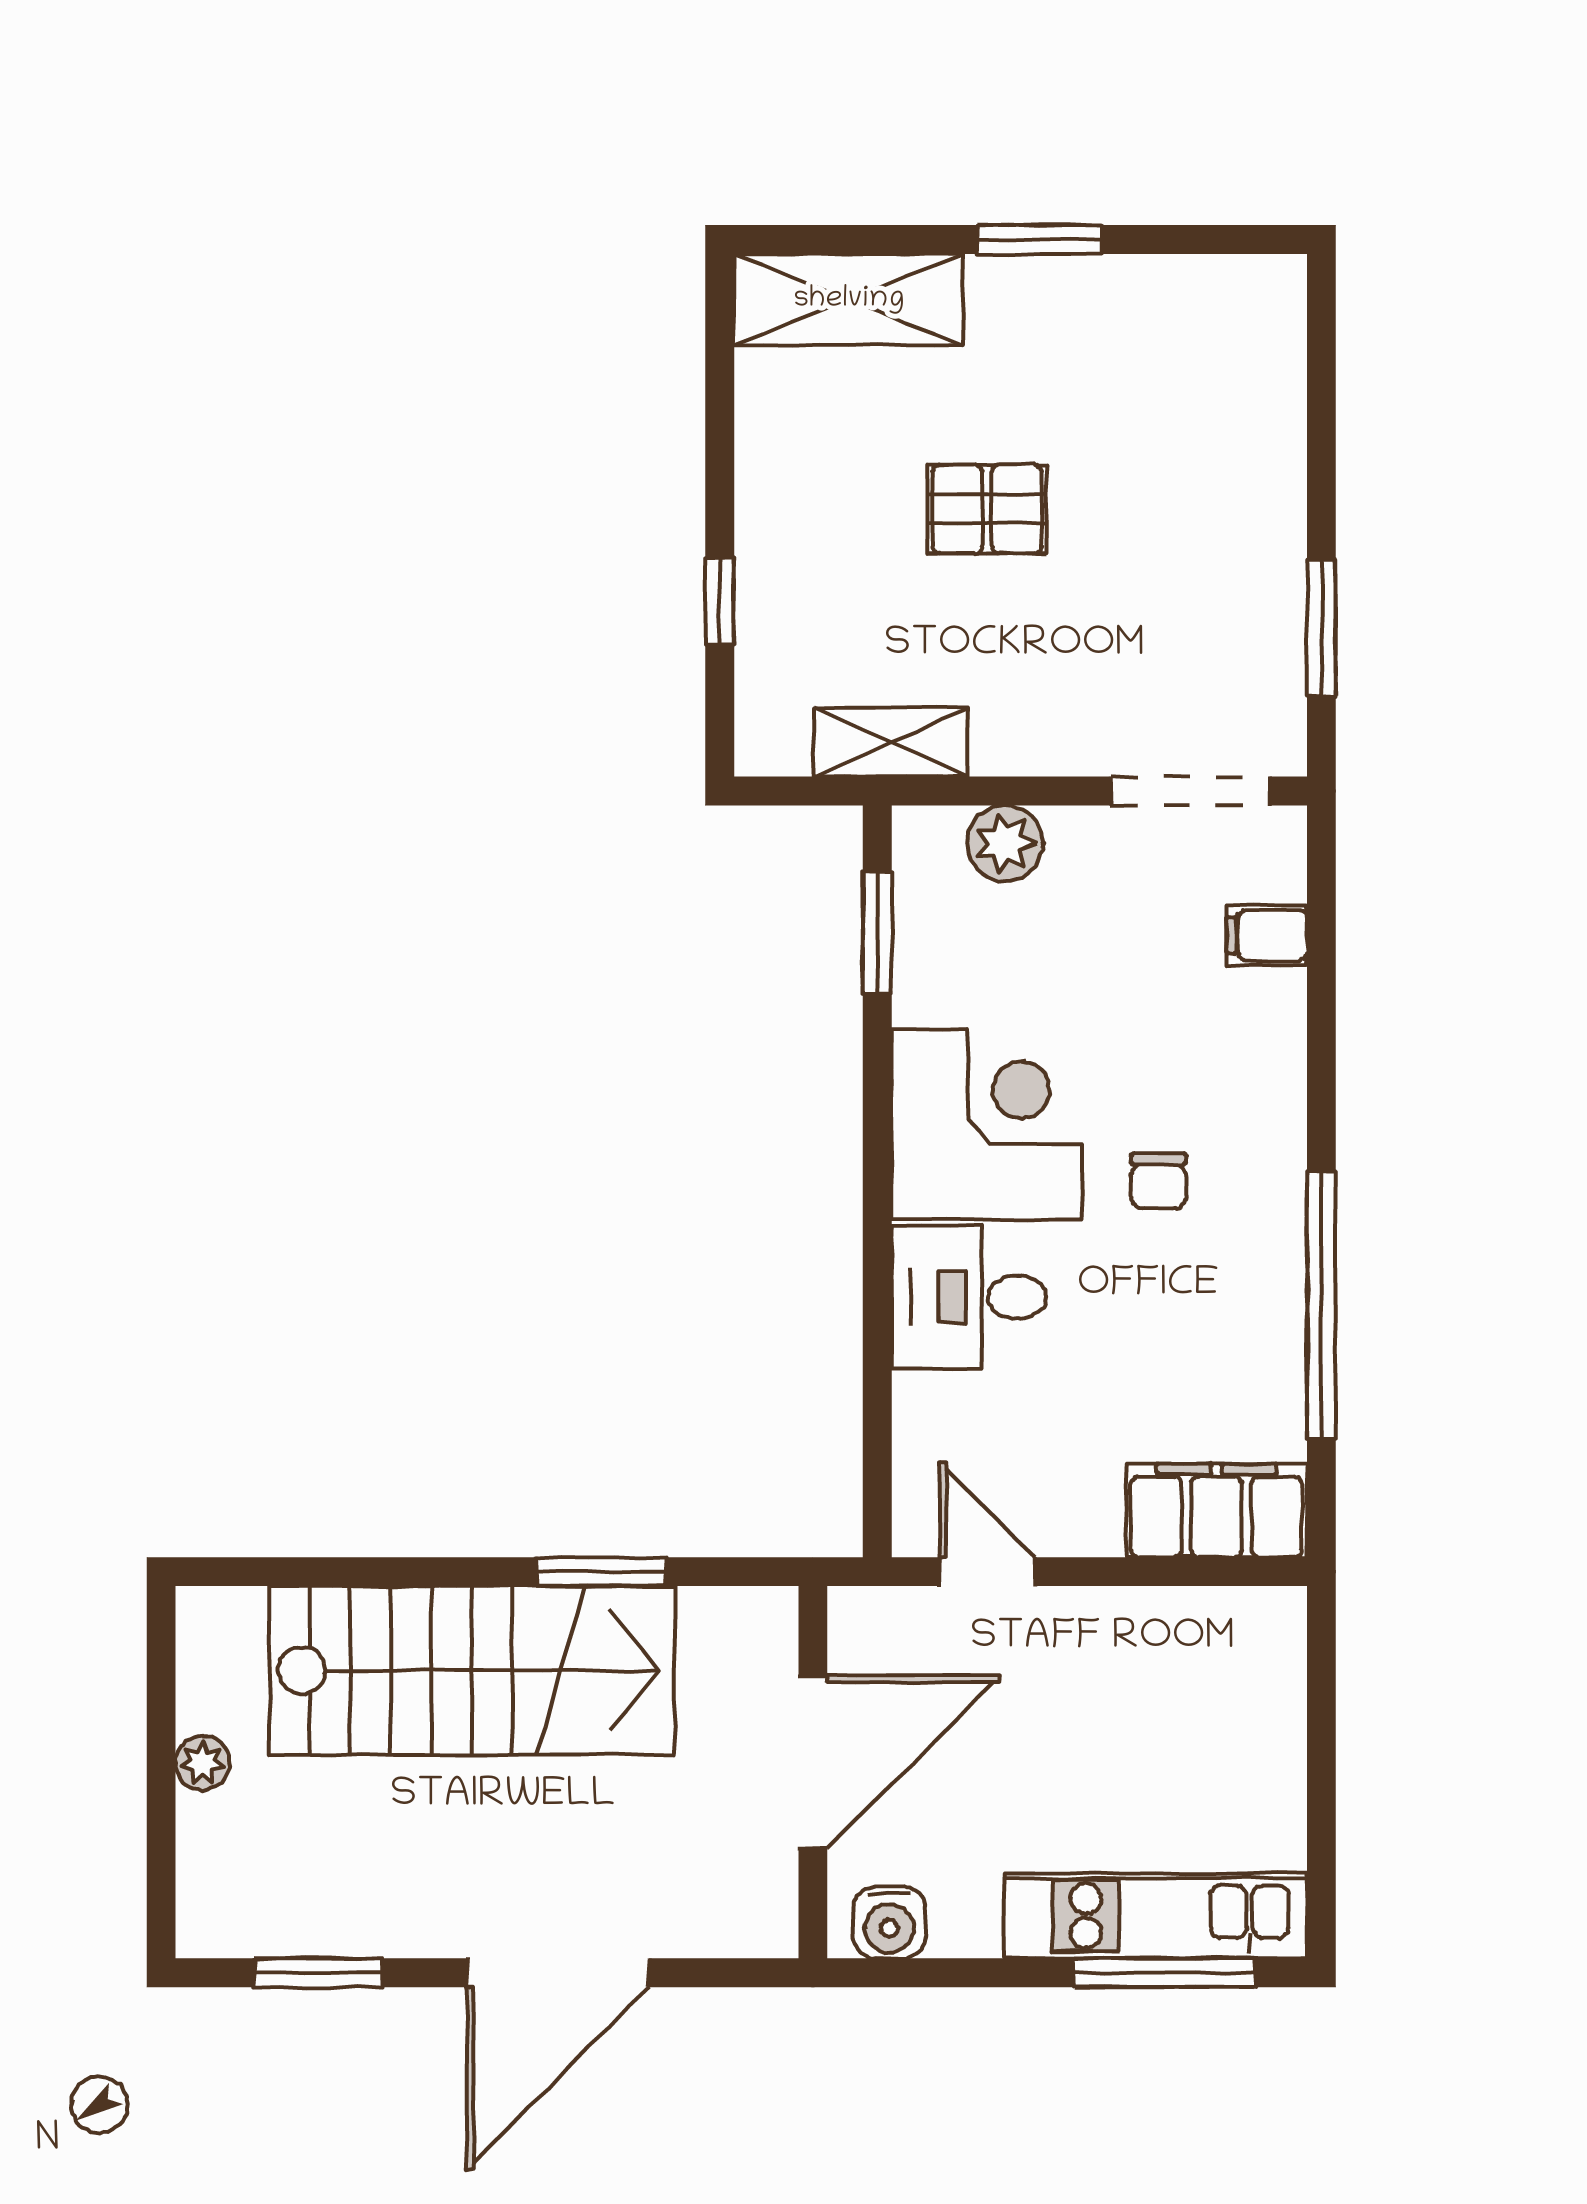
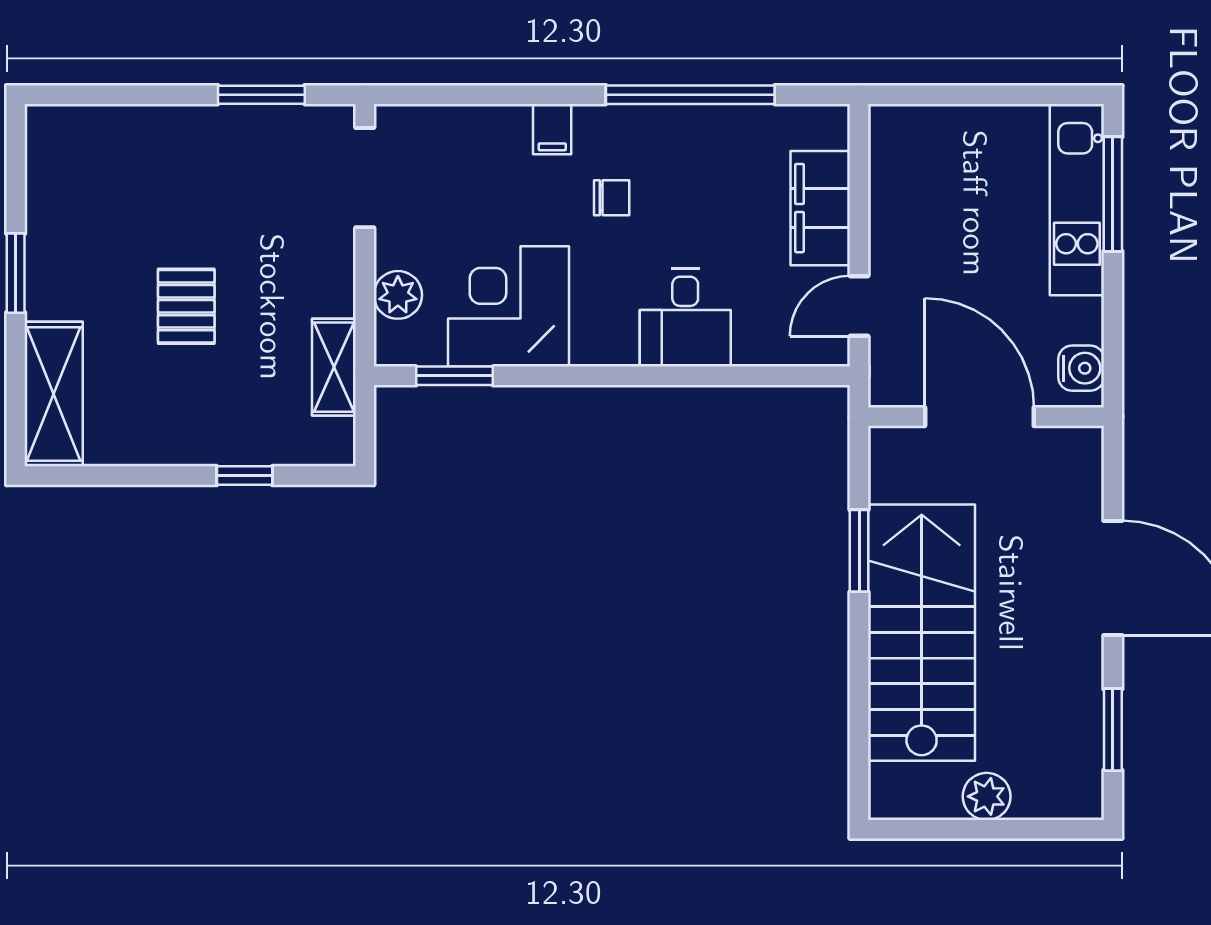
filing cabinet: (1267, 935) -> (552, 129), moved
corner desk: (987, 1124) -> (508, 306), moved
filing cabinet: (1217, 1510) -> (820, 208), moved
plant: (203, 1763) -> (987, 796), width x1.38, depth x1.38

